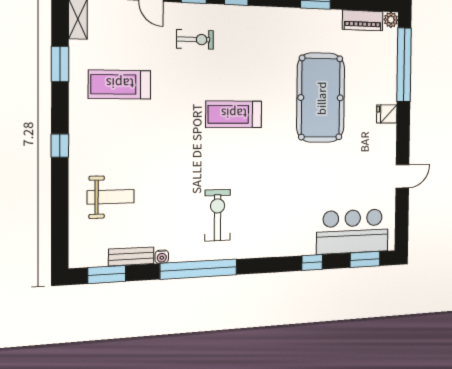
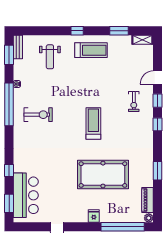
treadmill: (120, 84) -> (91, 50), moved, turned 90
bench: (131, 256) -> (18, 47), moved

